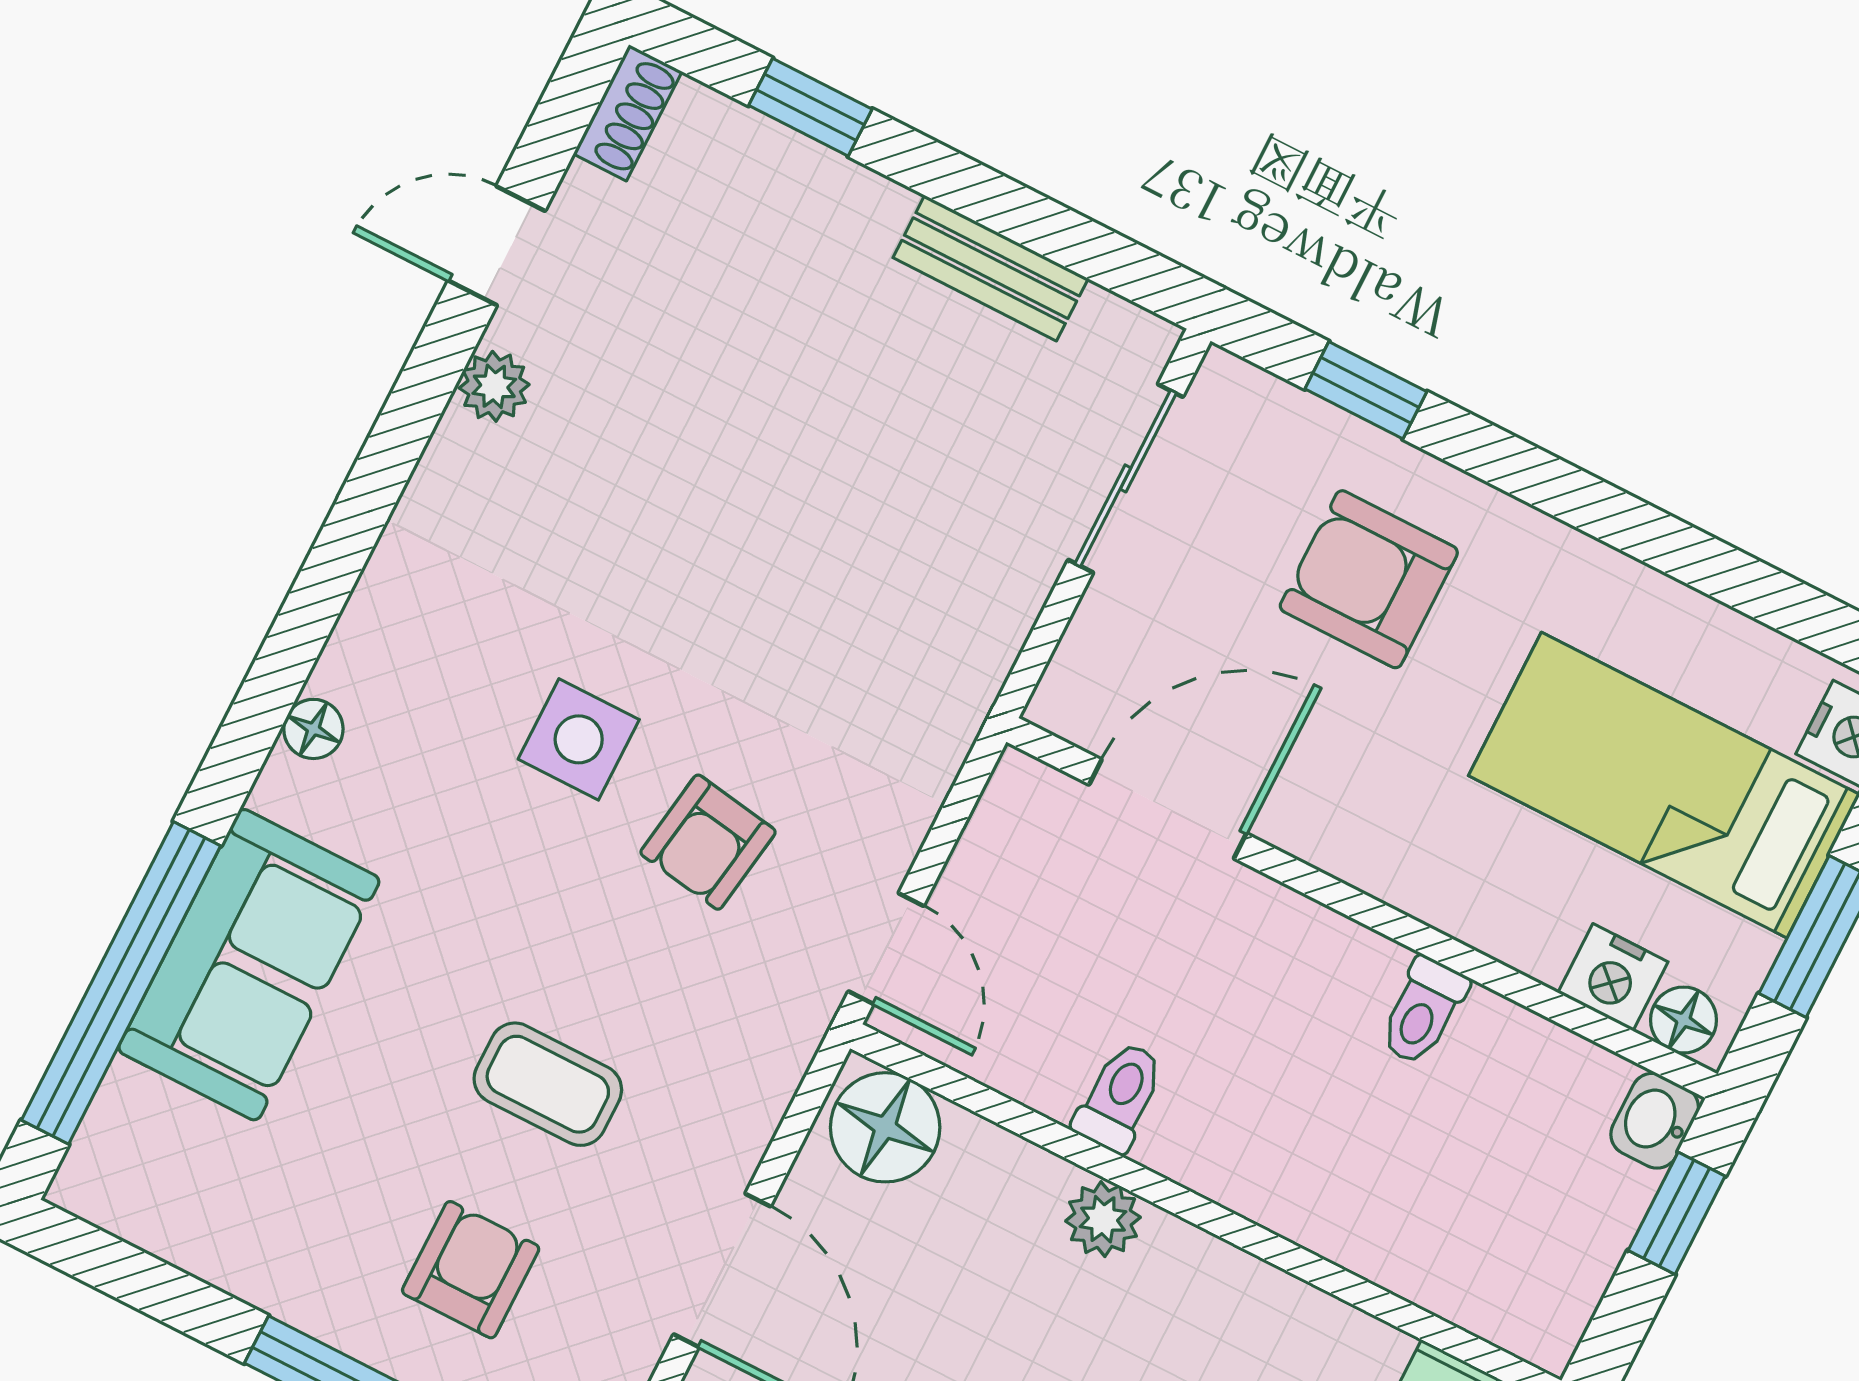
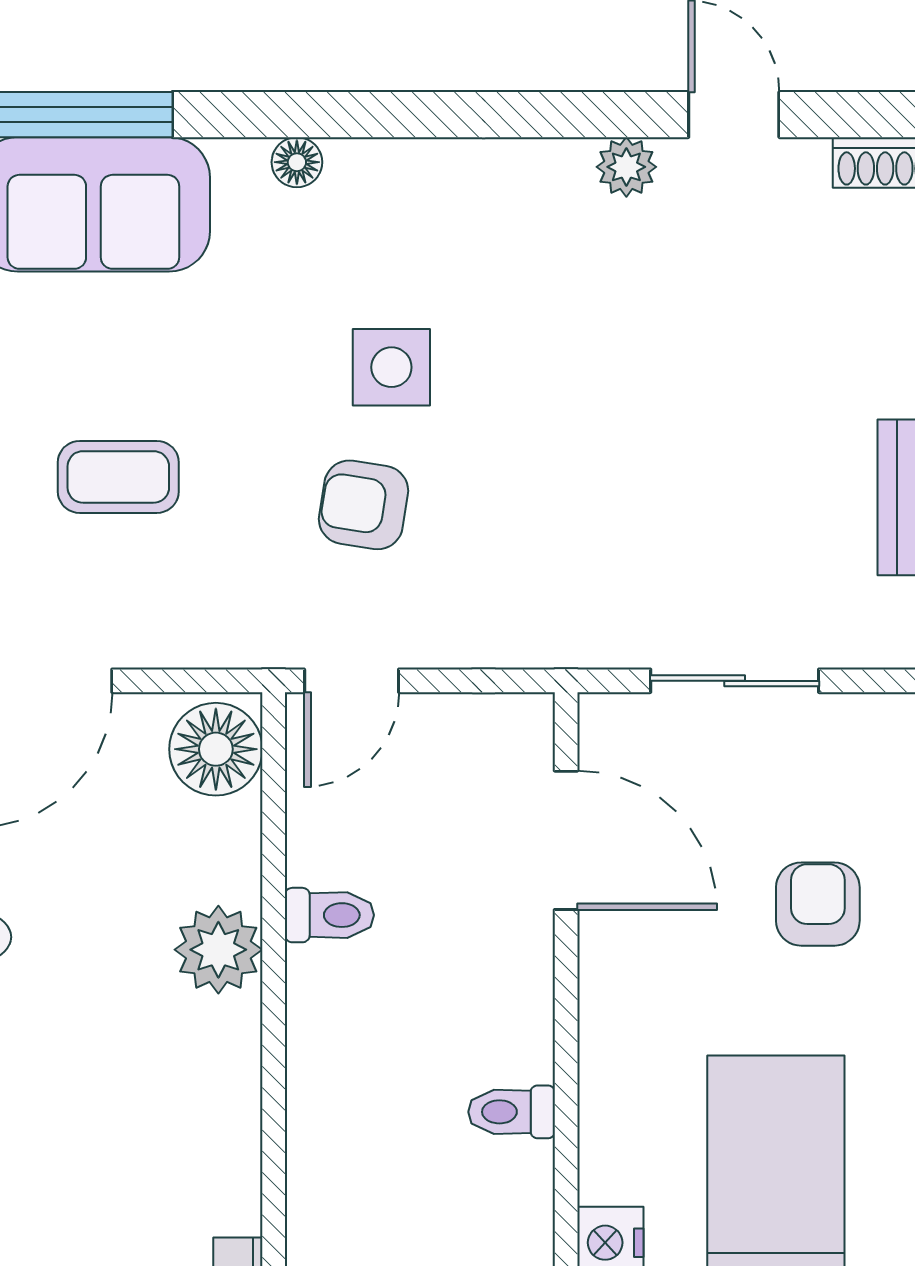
sliding door: (1126, 478) -> (735, 681), moved
armchair: (1369, 579) -> (818, 904), width x0.72, depth x0.72
coffee table: (548, 1084) -> (118, 477), turned 90
plant: (1103, 1219) -> (218, 950), width x1.38, depth x1.38

